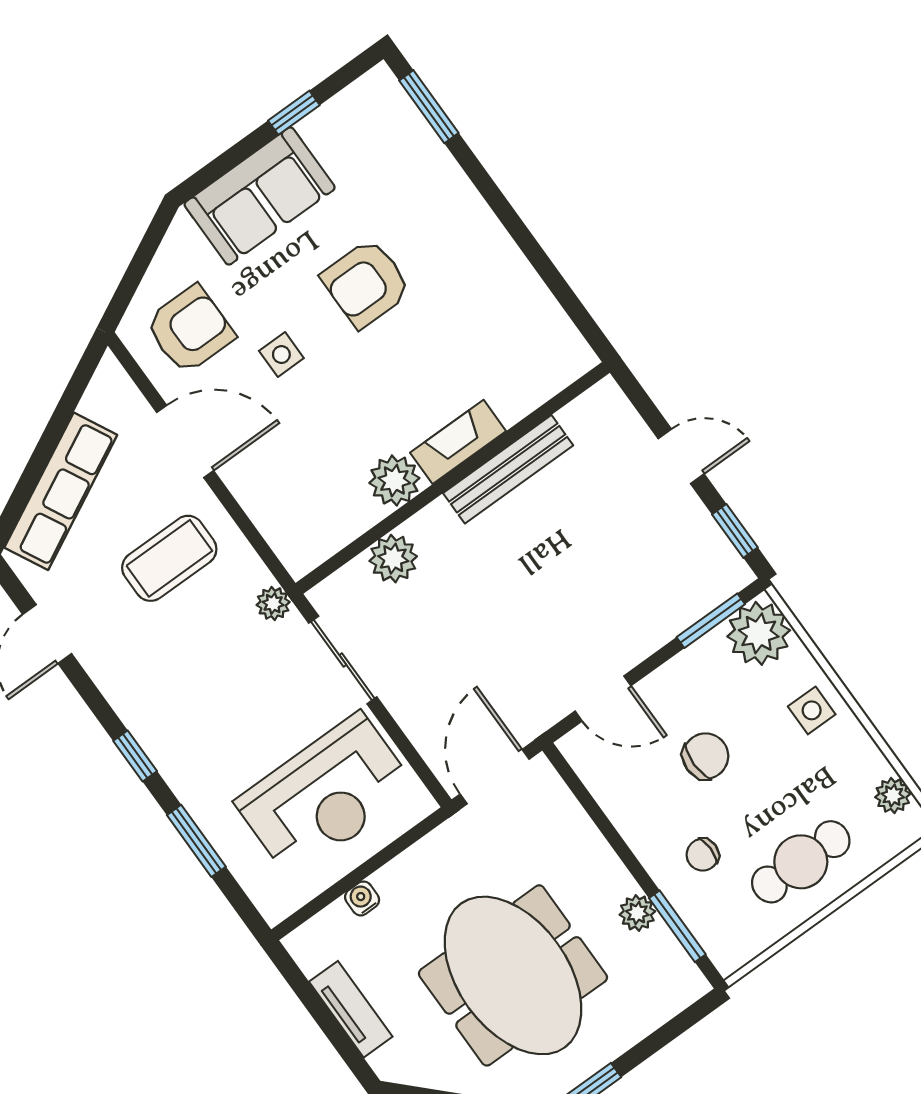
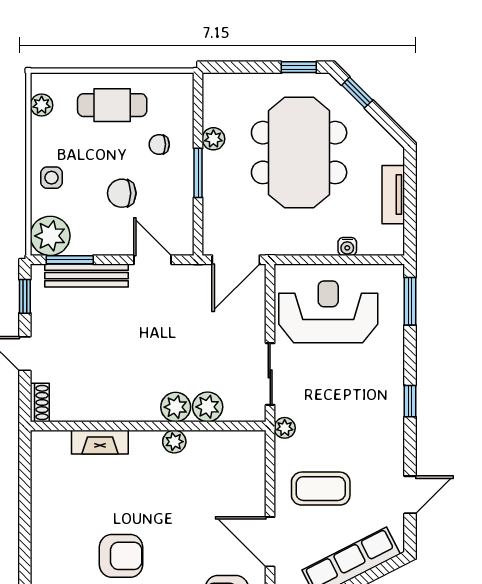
side table: (281, 355) -> (190, 551), removed
shoe rack: (616, 407) -> (40, 402), added
fireplace: (458, 442) -> (100, 442), moved
bench: (508, 469) -> (87, 276), moved
plant: (394, 481) -> (174, 442), width x0.73, depth x0.73
plant: (435, 528) -> (176, 407), added
window: (196, 841) -> (410, 301), moved
chair: (703, 855) -> (159, 144), turned 180
window: (677, 926) -> (198, 173), moved

